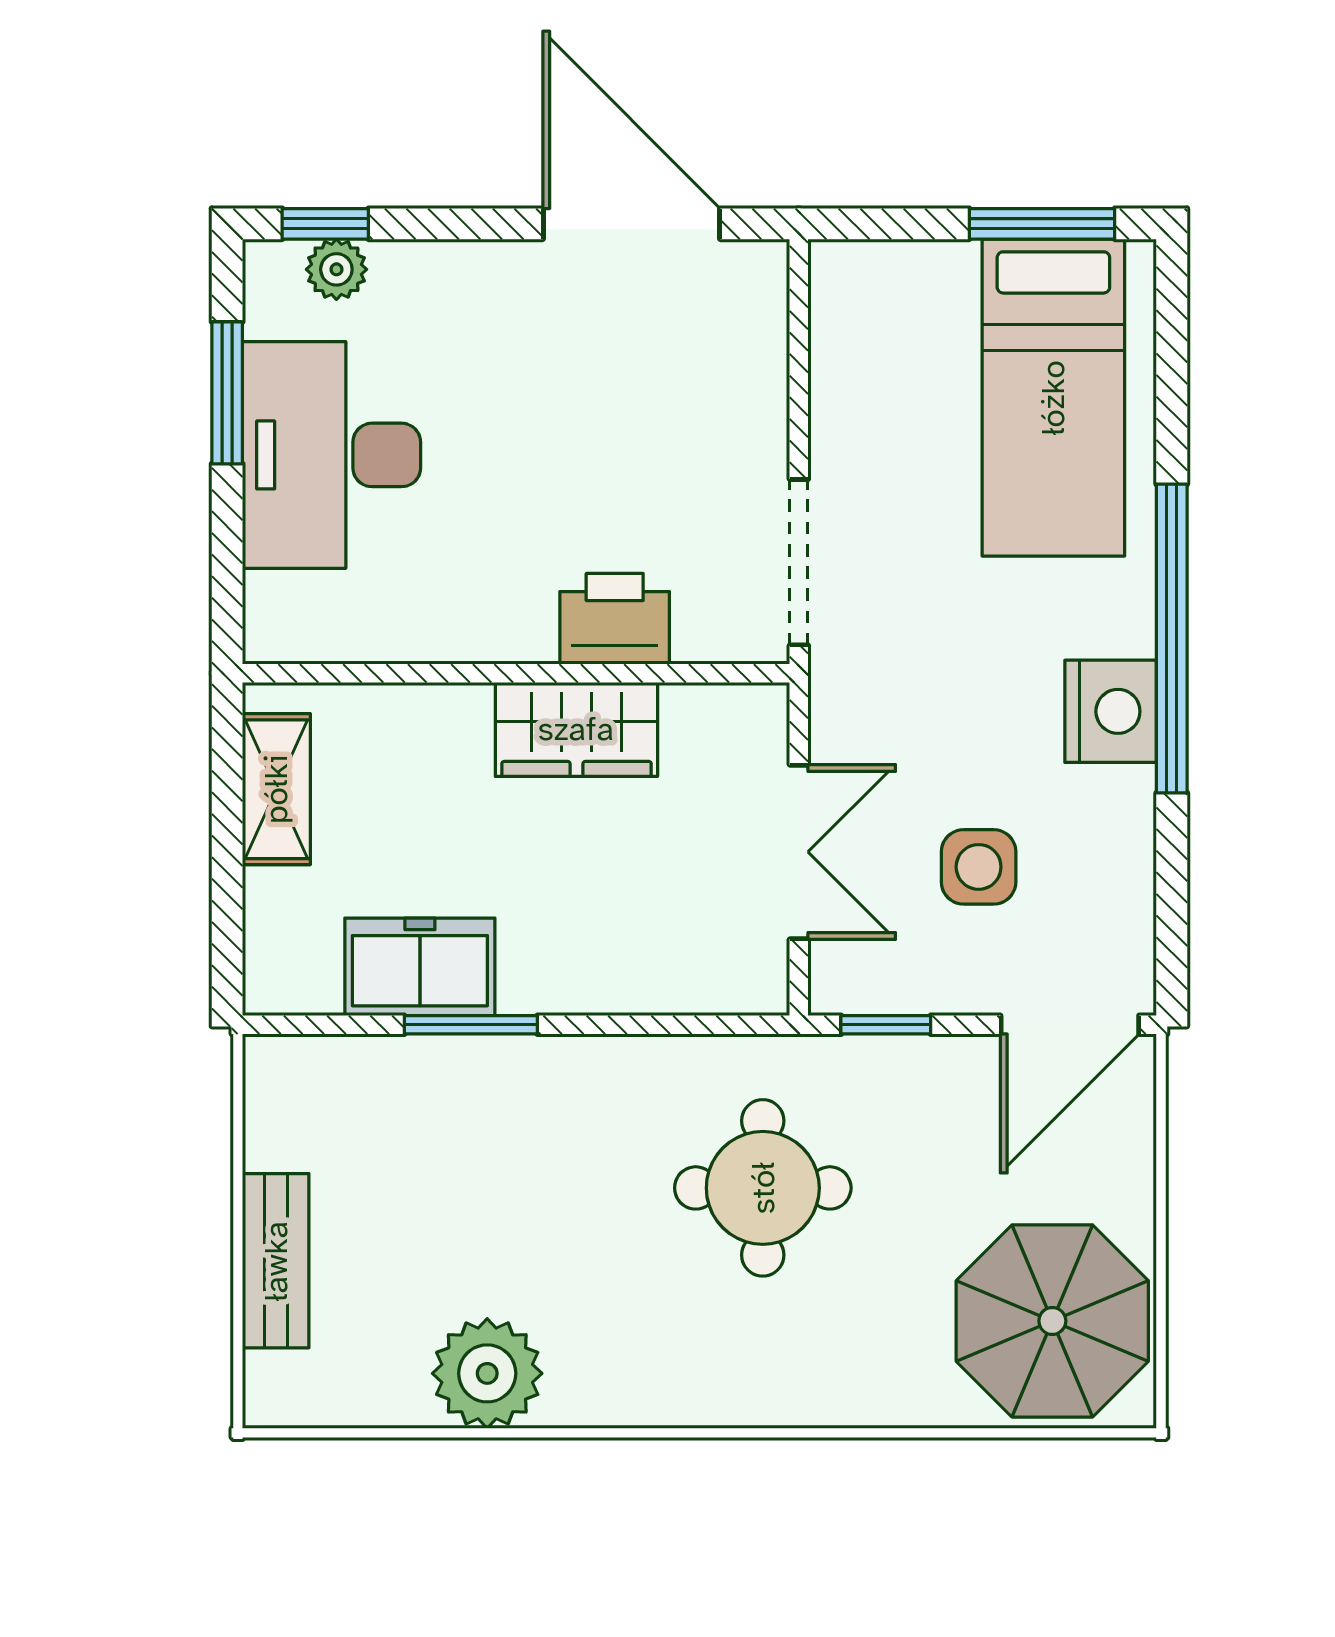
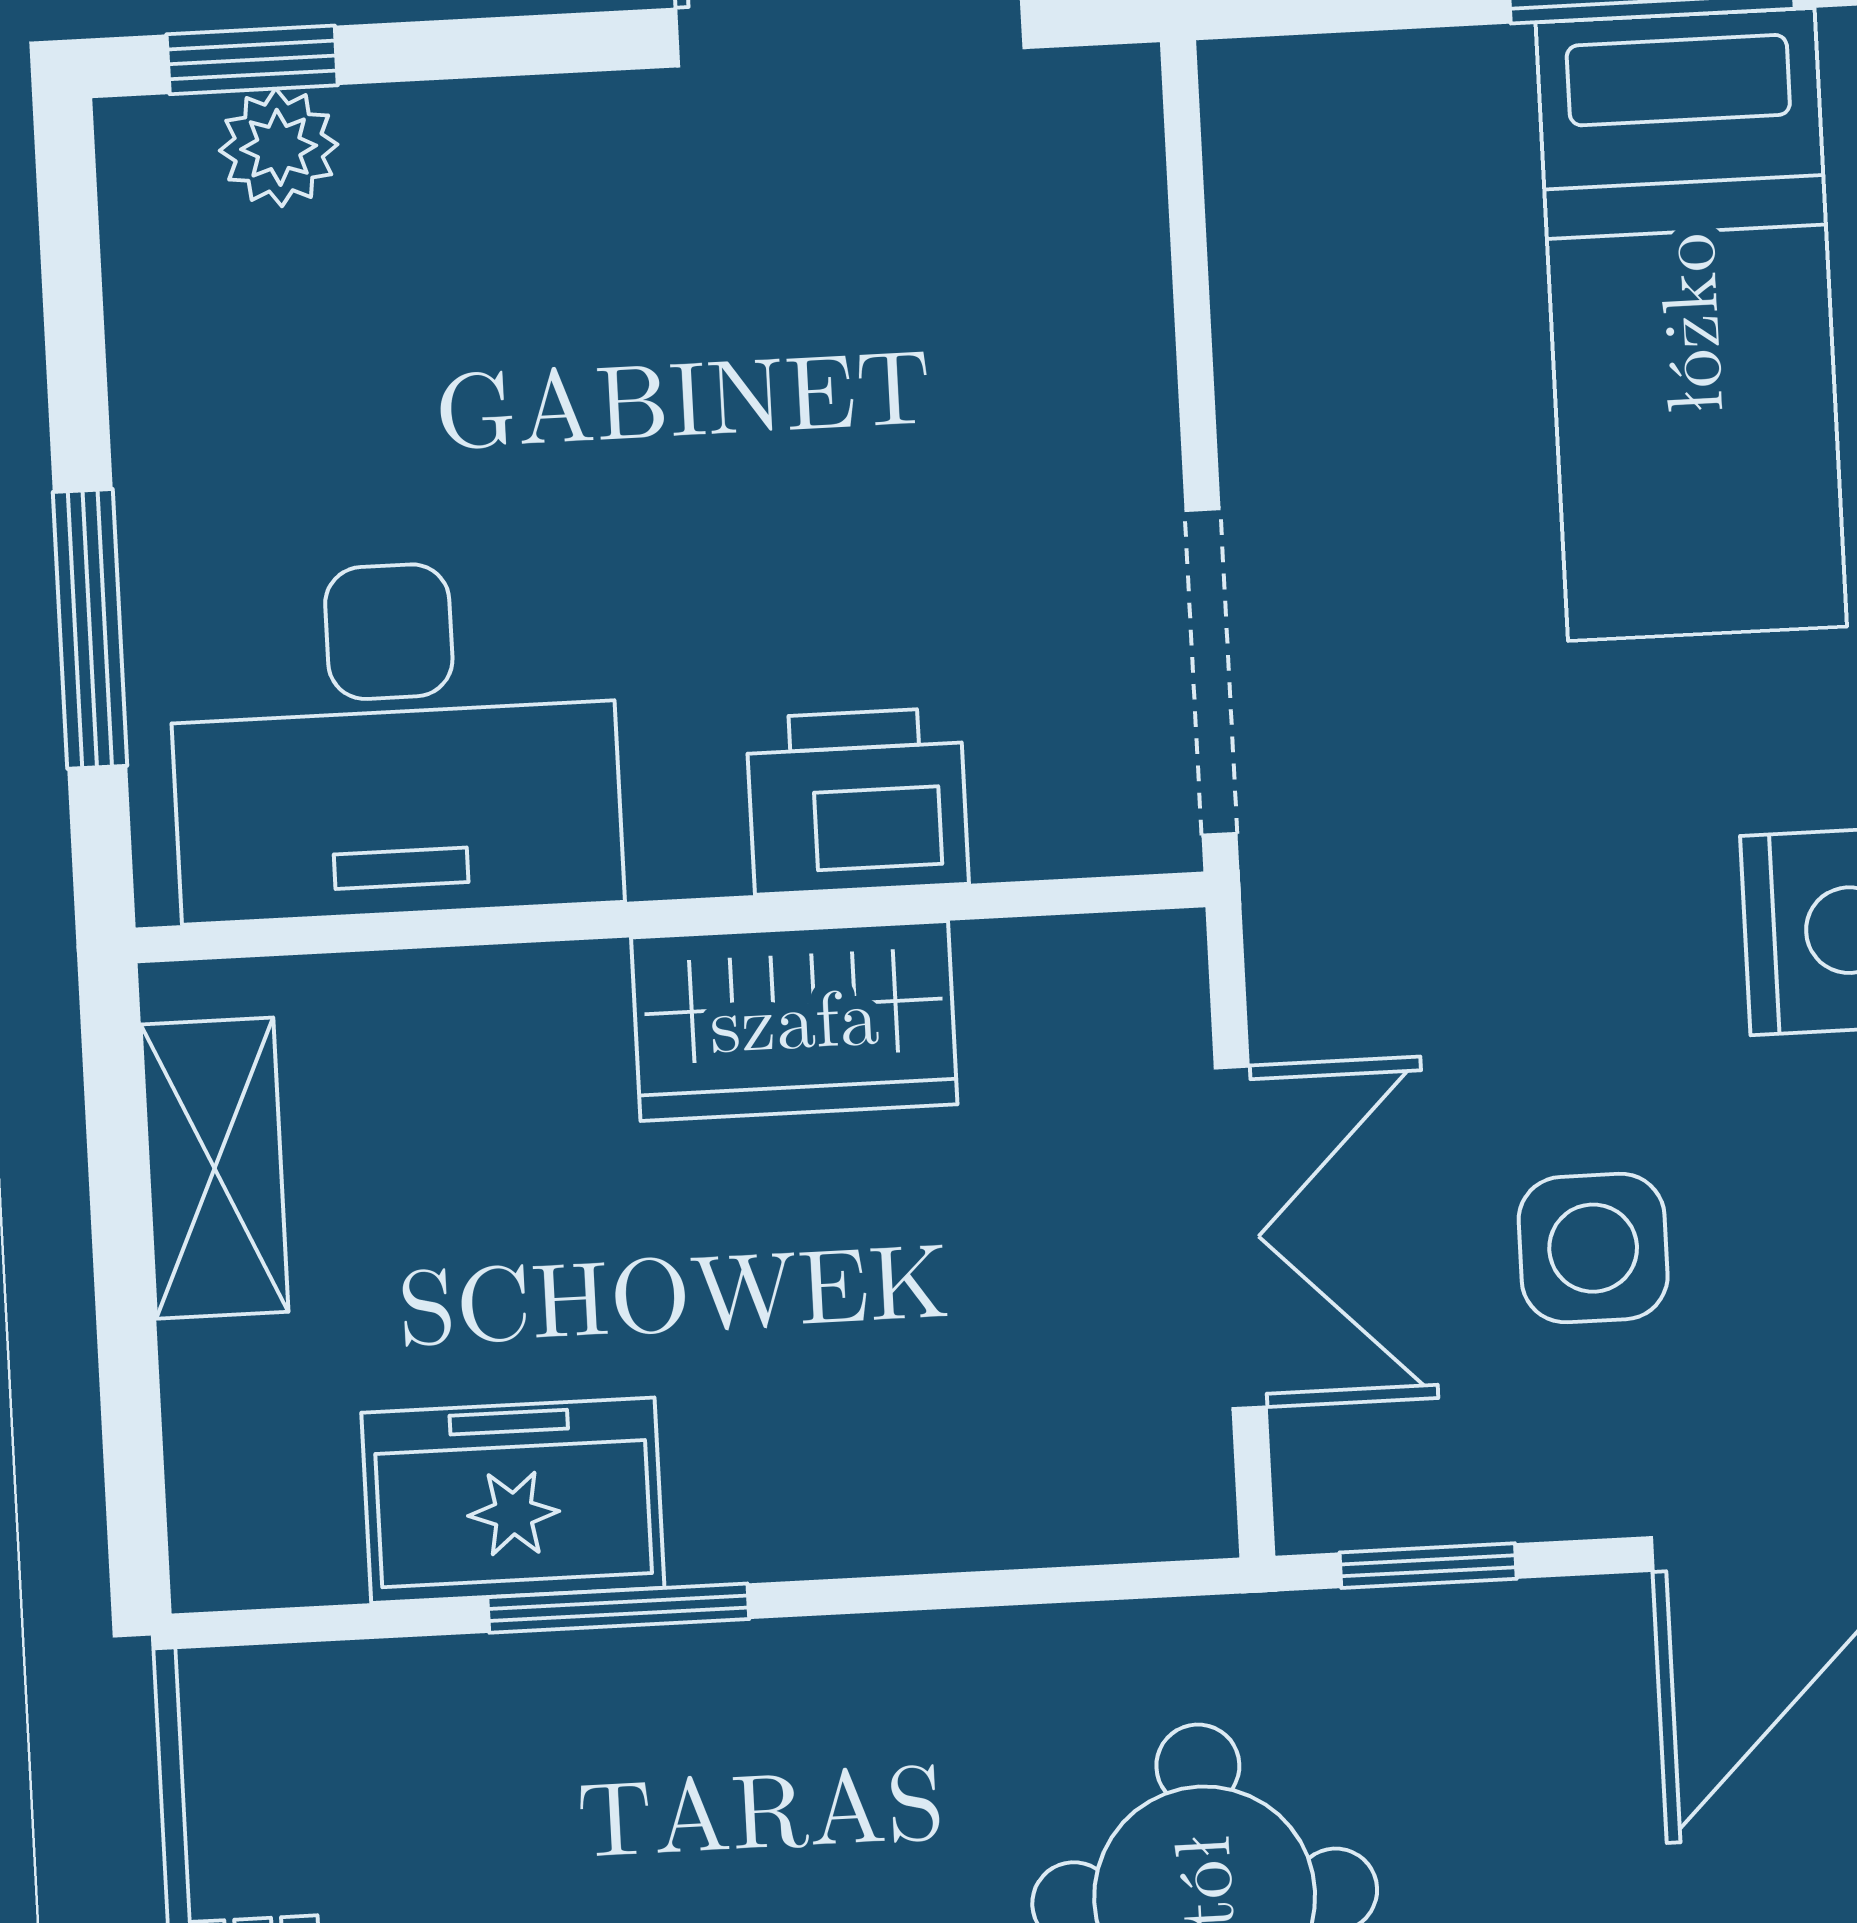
window: (227, 393) -> (90, 629), moved
desk: (332, 455) -> (394, 740), moved, turned -90

